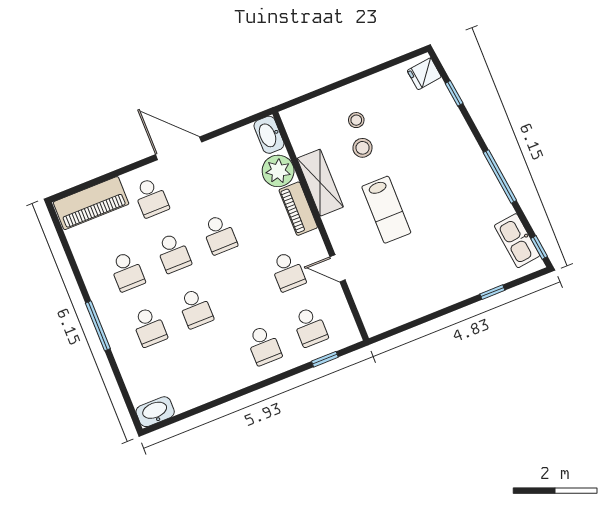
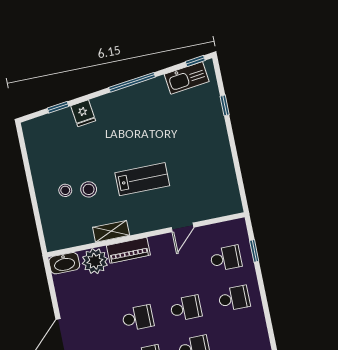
fridge: (424, 74) -> (83, 113), moved
shelving: (320, 183) -> (111, 231), width x0.67, depth x0.75
school desk: (288, 271) -> (186, 308), moved

